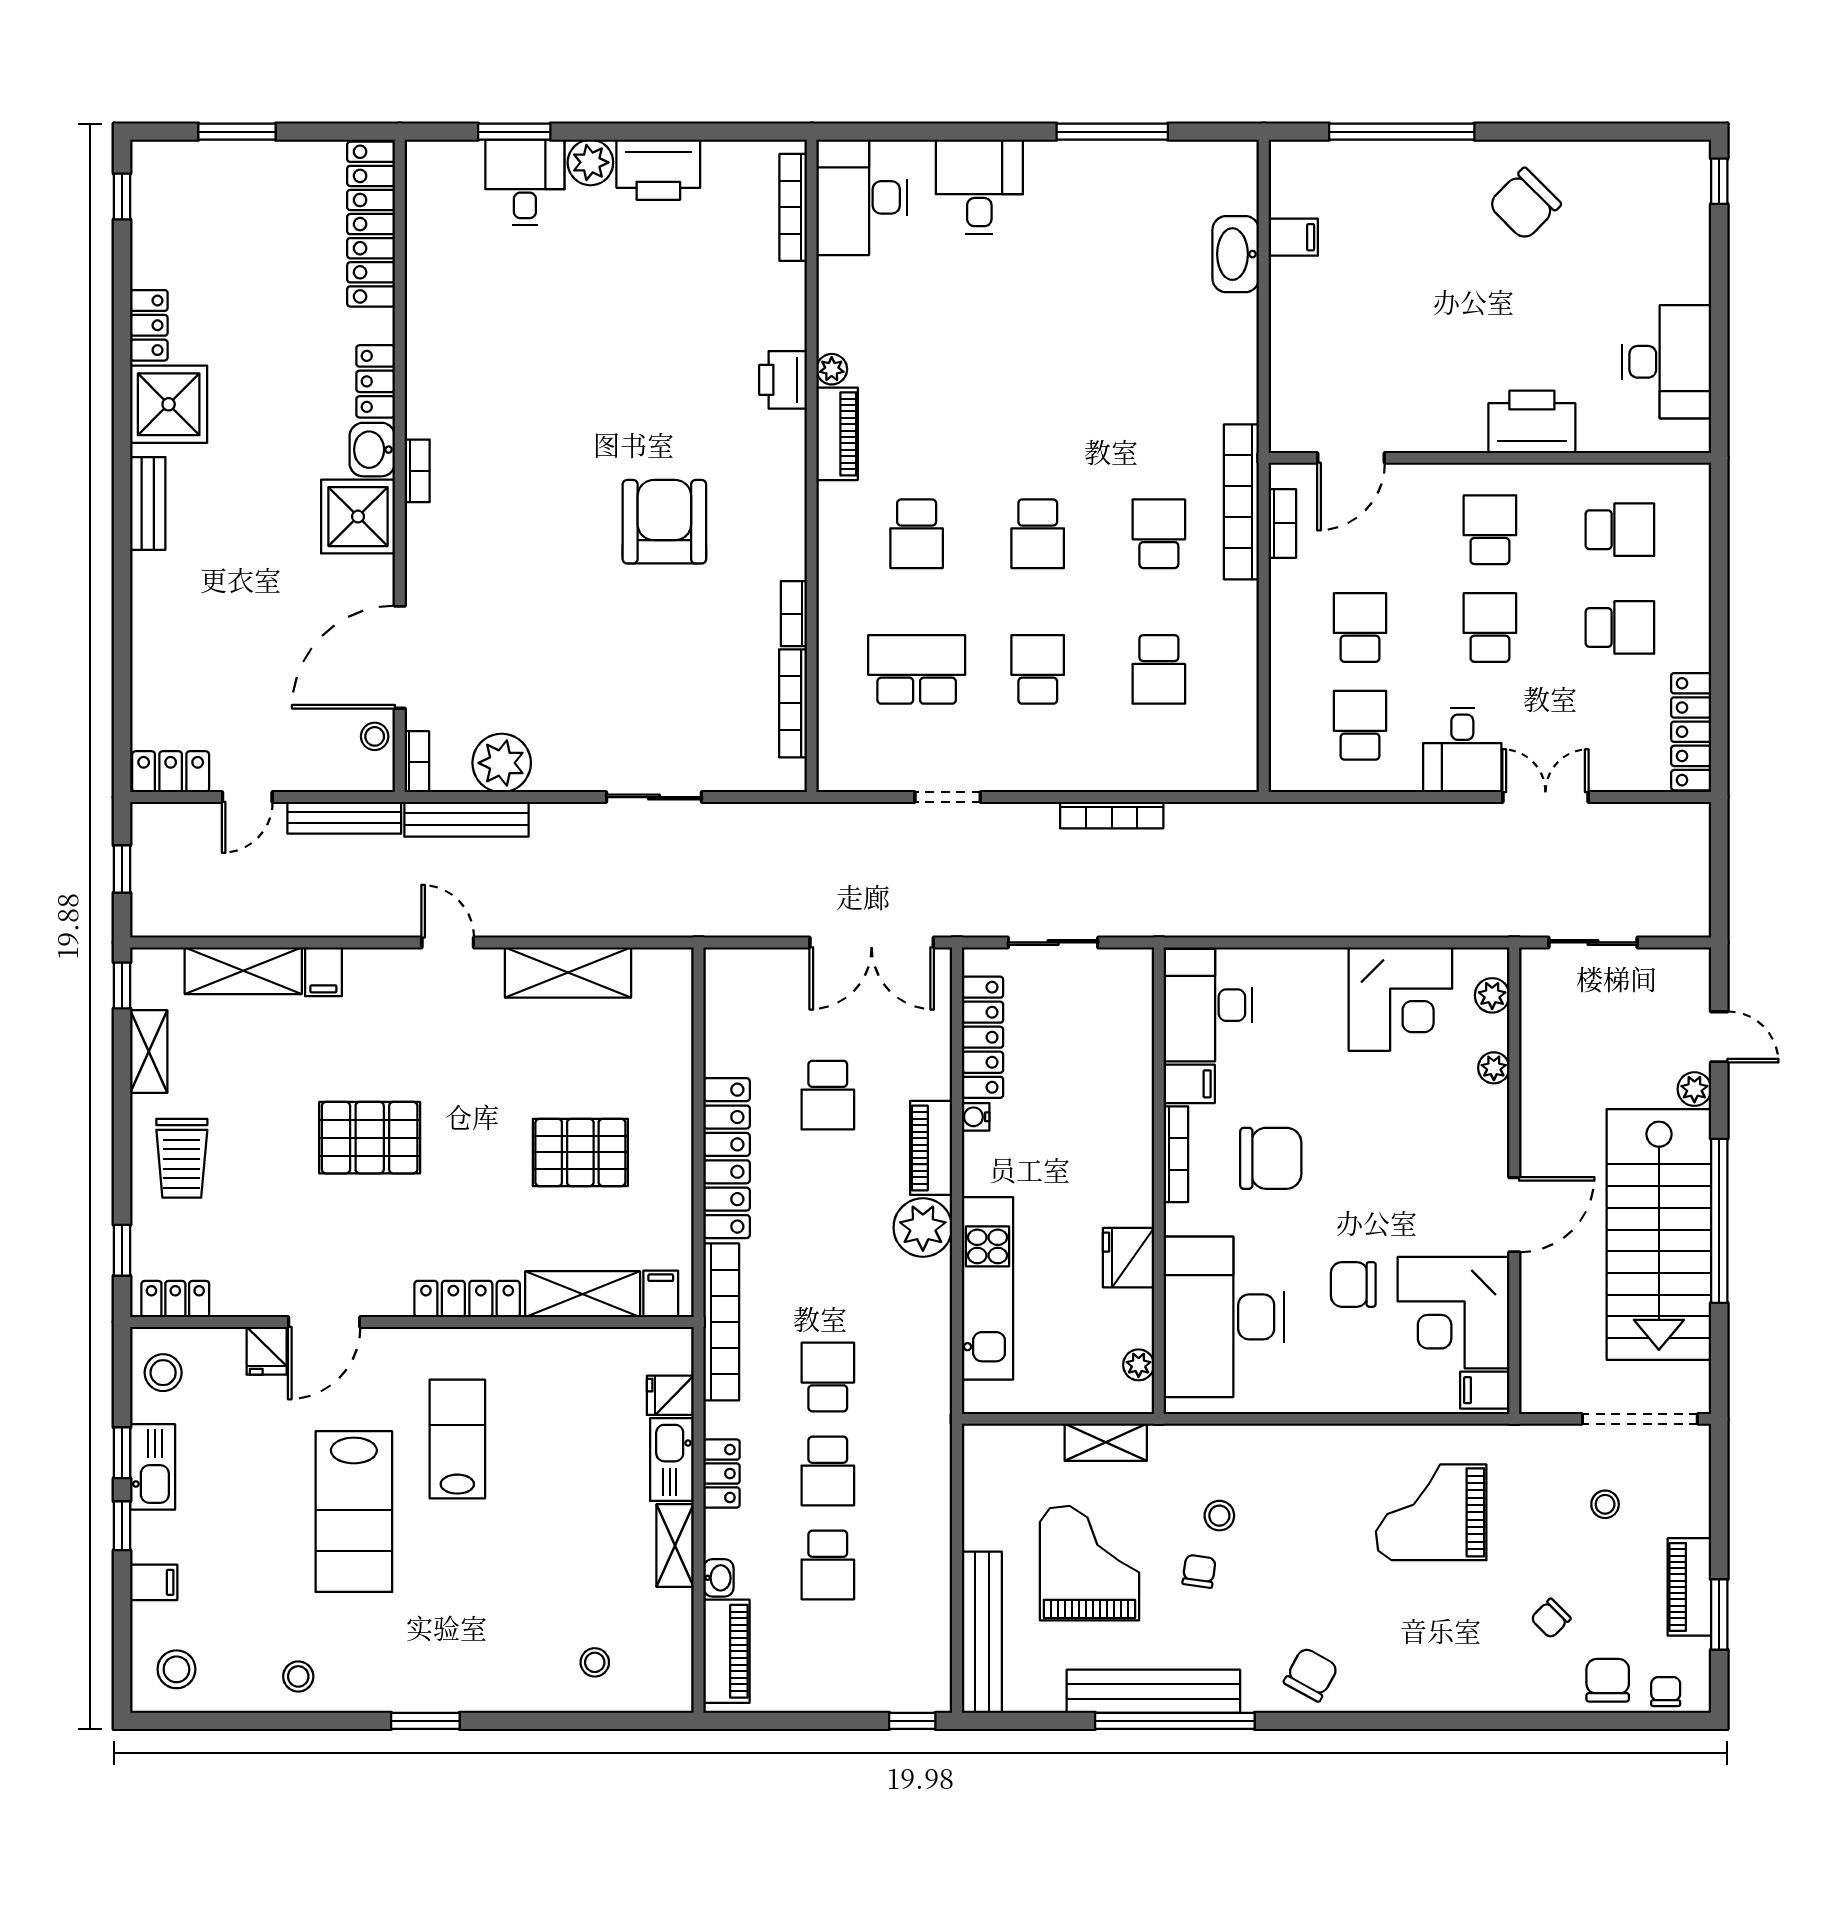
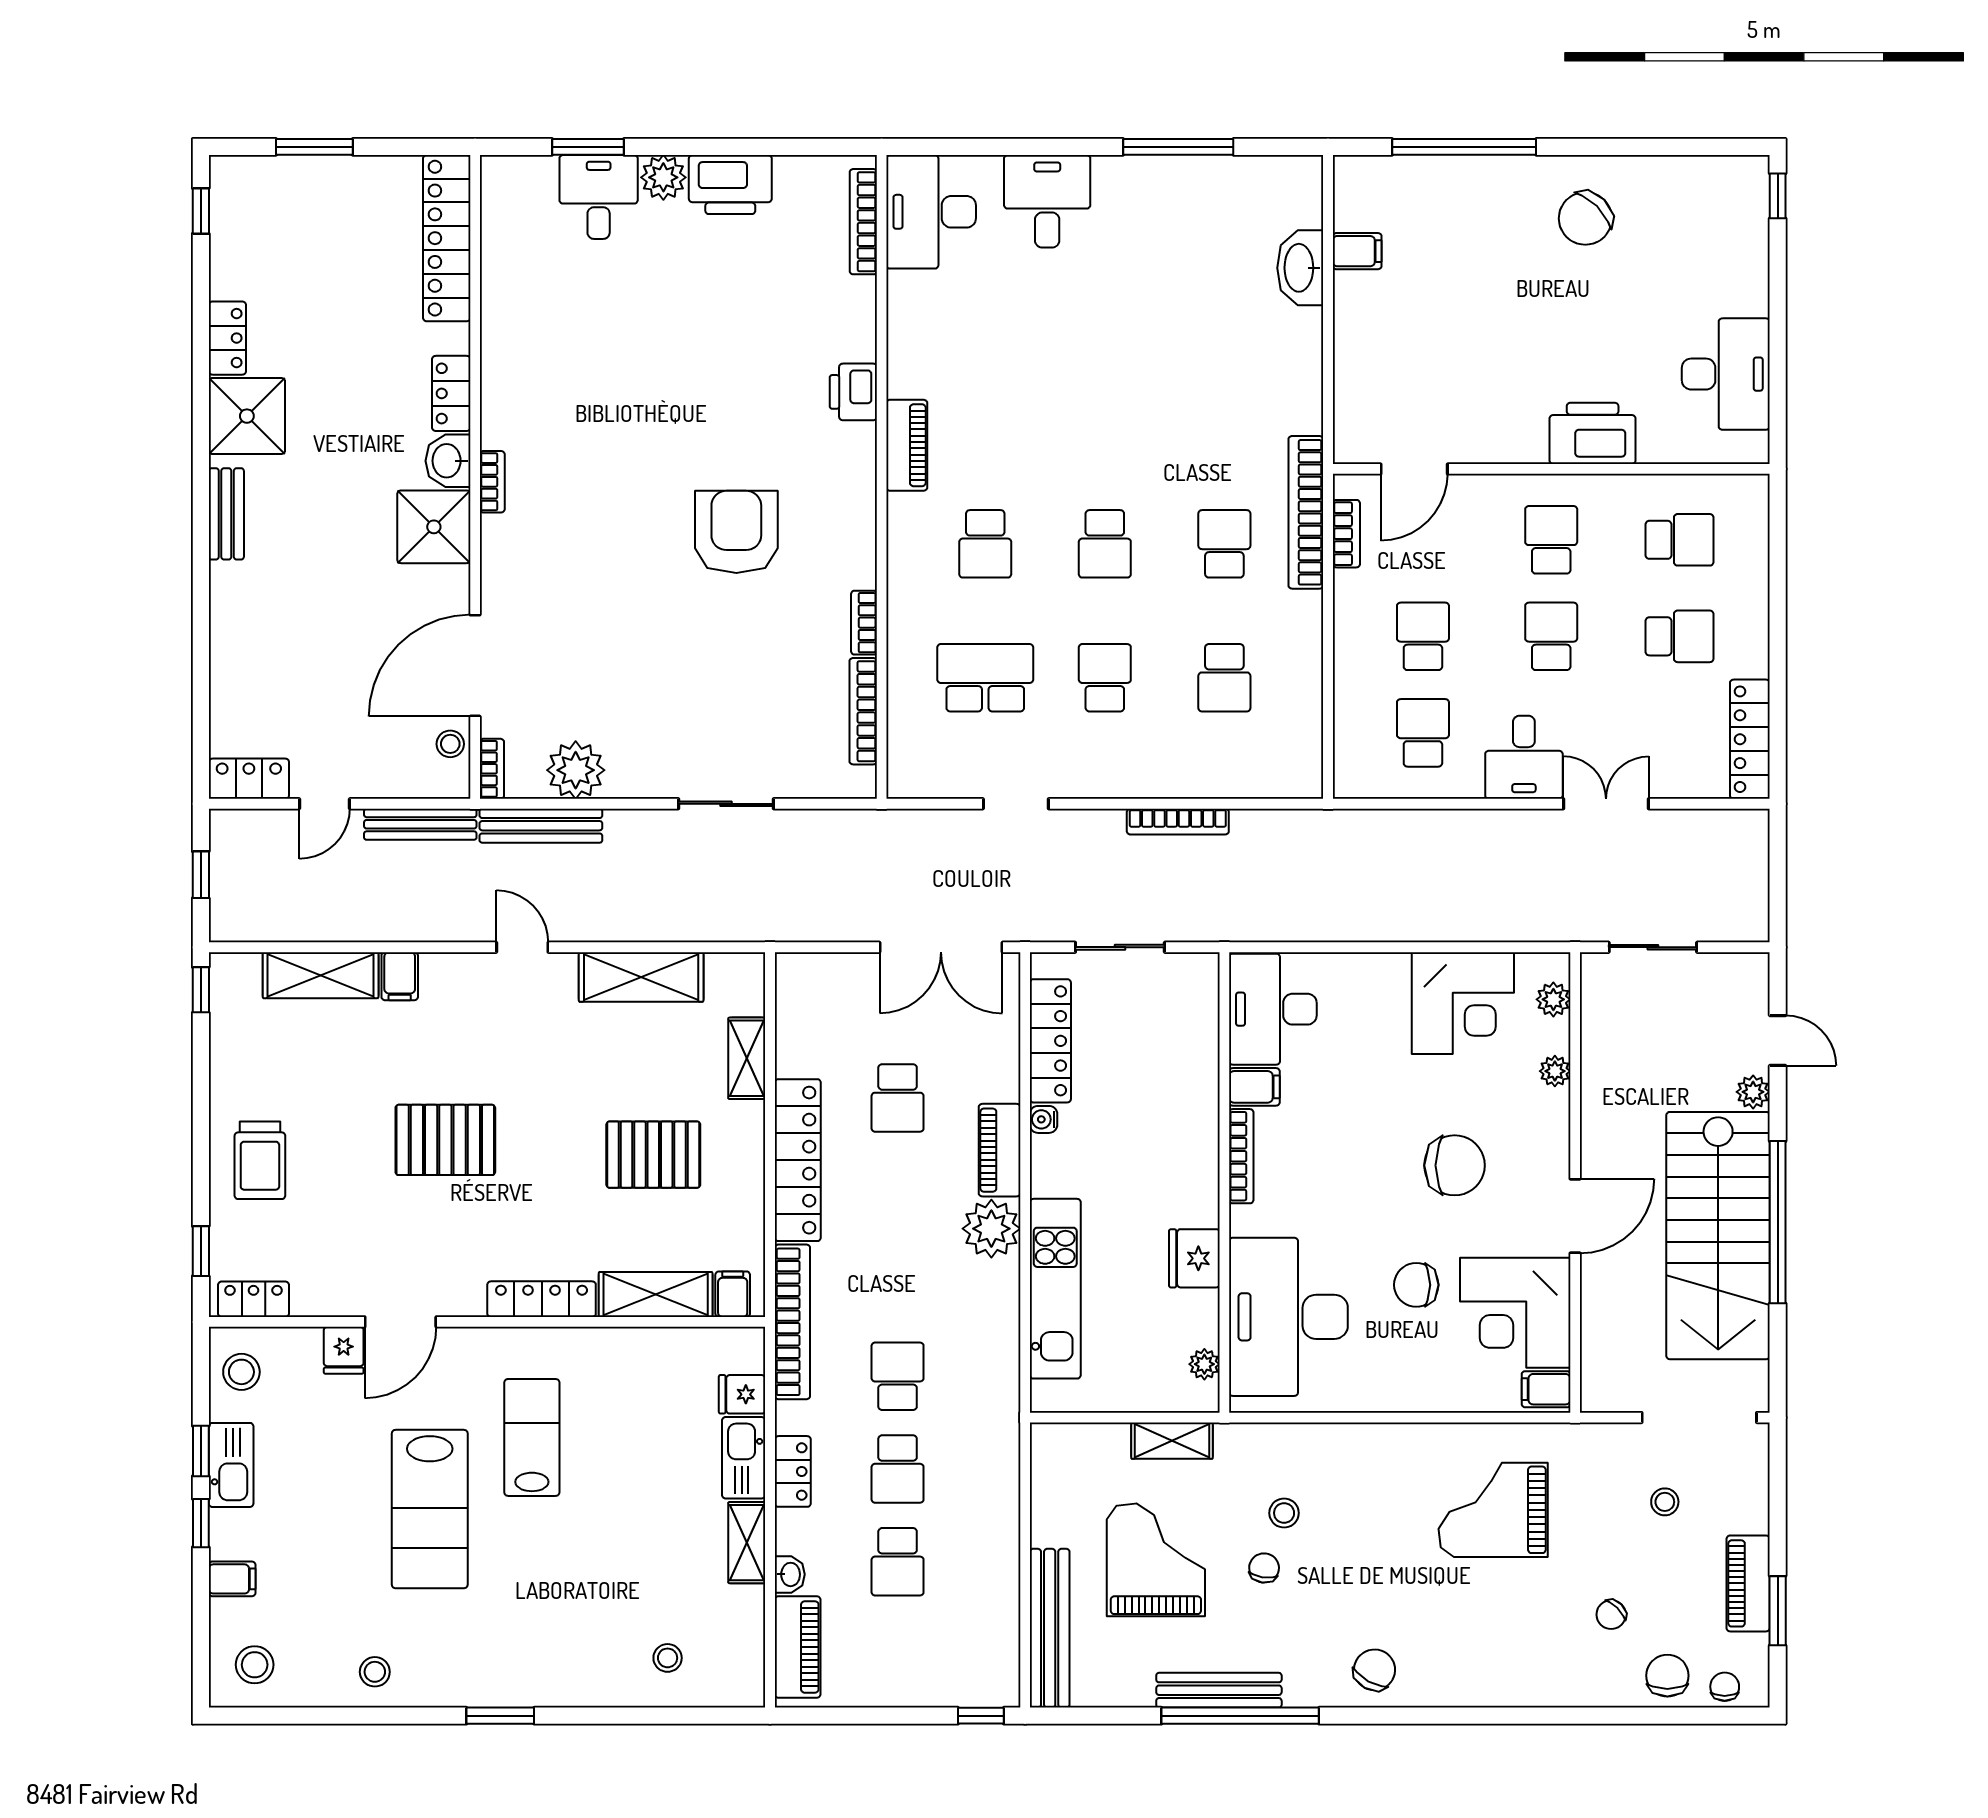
plant: (832, 369) -> (901, 381), removed
shelving: (149, 1052) -> (747, 1058), moved
chair: (1271, 1158) -> (1455, 1165), moved
bench: (1153, 1691) -> (1219, 1690), width x0.73, depth x0.82

